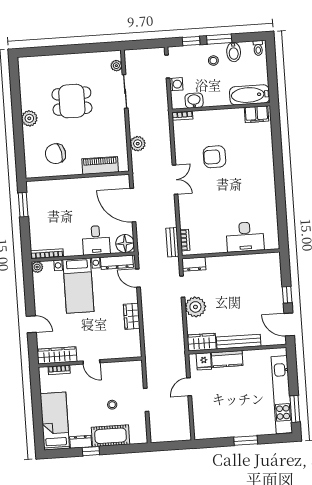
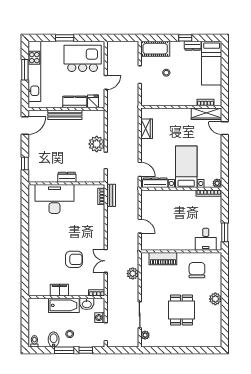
bathtub: (250, 95) -> (64, 305), moved
dining table: (72, 101) -> (181, 310), turned 90
filing cabinet: (257, 114) -> (59, 290), moved
chair: (55, 154) -> (197, 270), turned -79
double door: (175, 180) -> (106, 261), moved
door: (133, 205) -> (140, 226), width x0.53
desk: (245, 237) -> (54, 199), width x1.36, depth x1.30
desk: (96, 240) -> (206, 239), moved, turned 180
floor lamp: (125, 243) -> (148, 197), removed
dresser: (194, 264) -> (67, 177), moved
window: (287, 295) -> (25, 164), moved
wardrobe: (132, 316) -> (147, 129), moved
door: (31, 324) -> (225, 128), moved
door: (289, 324) -> (25, 125), hinge flipped
wardrobe: (202, 342) -> (94, 116), removed
door: (91, 362) -> (180, 107), removed
window: (295, 409) -> (25, 70), moved
kitchen island: (221, 416) -> (83, 58), added
cot: (111, 436) -> (155, 49), moved

